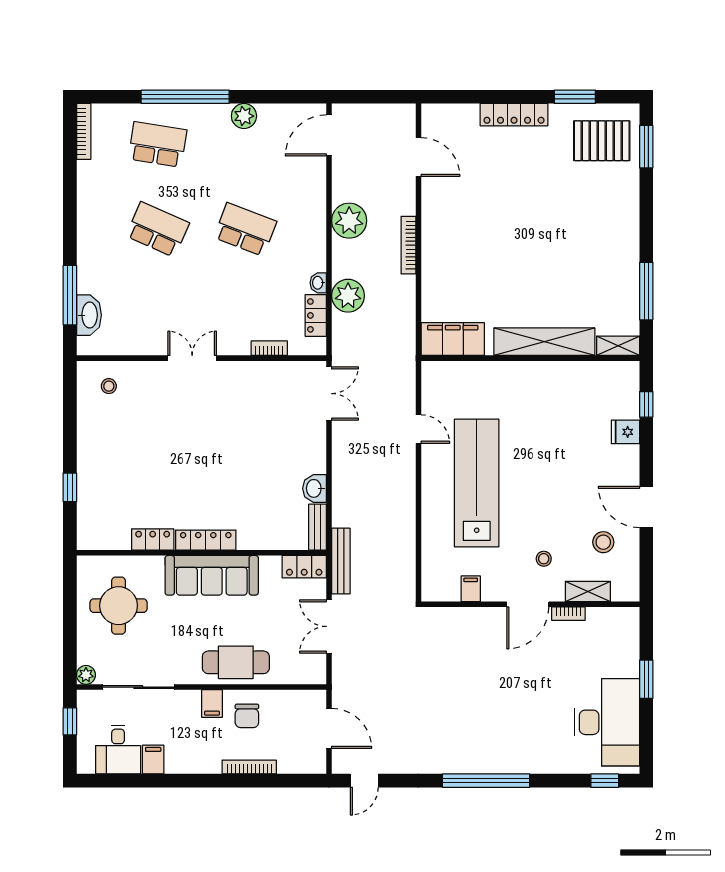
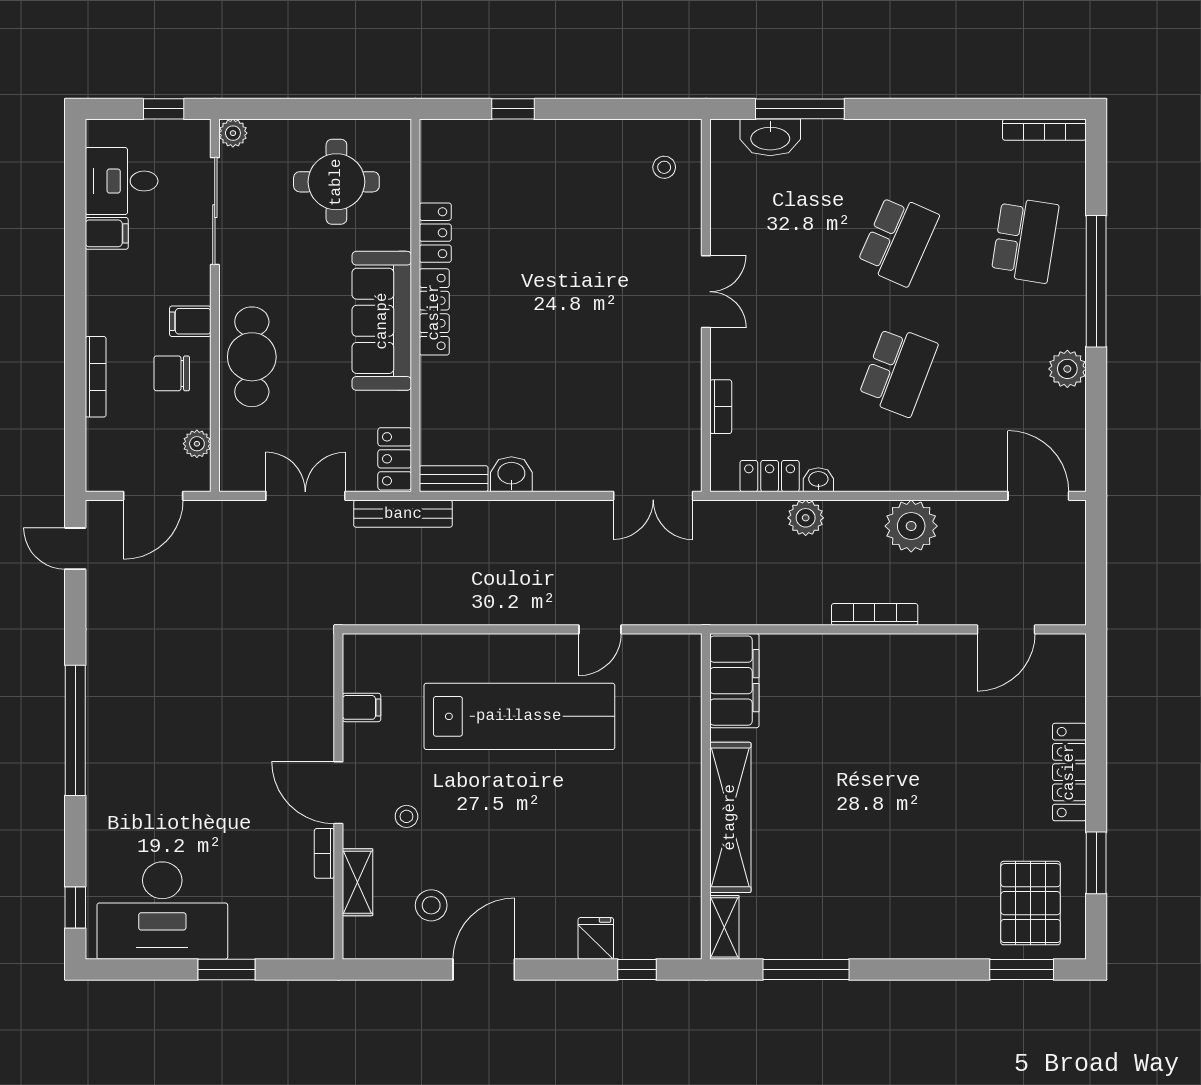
plant: (348, 296) -> (806, 518), width x0.73, depth x0.73
plant: (294, 699) -> (197, 444), added

